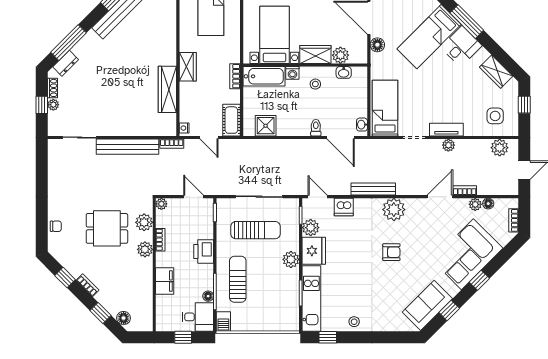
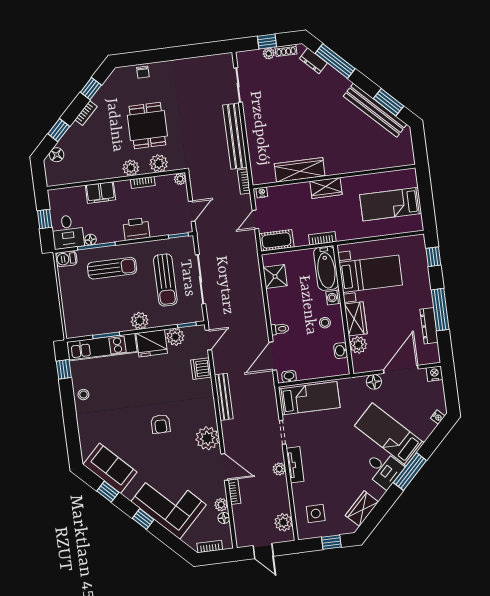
plant: (394, 210) -> (207, 438), moved

